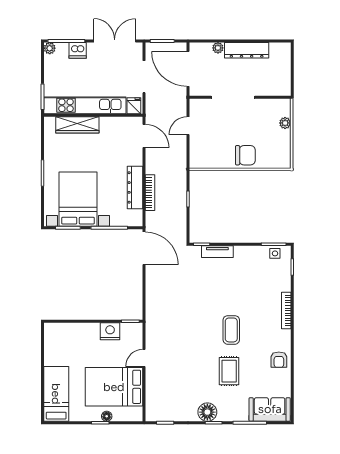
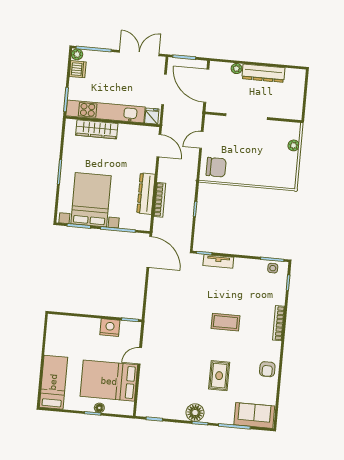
dishwasher: (78, 50) -> (78, 69), moved, turned -90
chair: (245, 155) -> (216, 167), moved
coffee table: (231, 330) -> (225, 322), moved, turned 90

